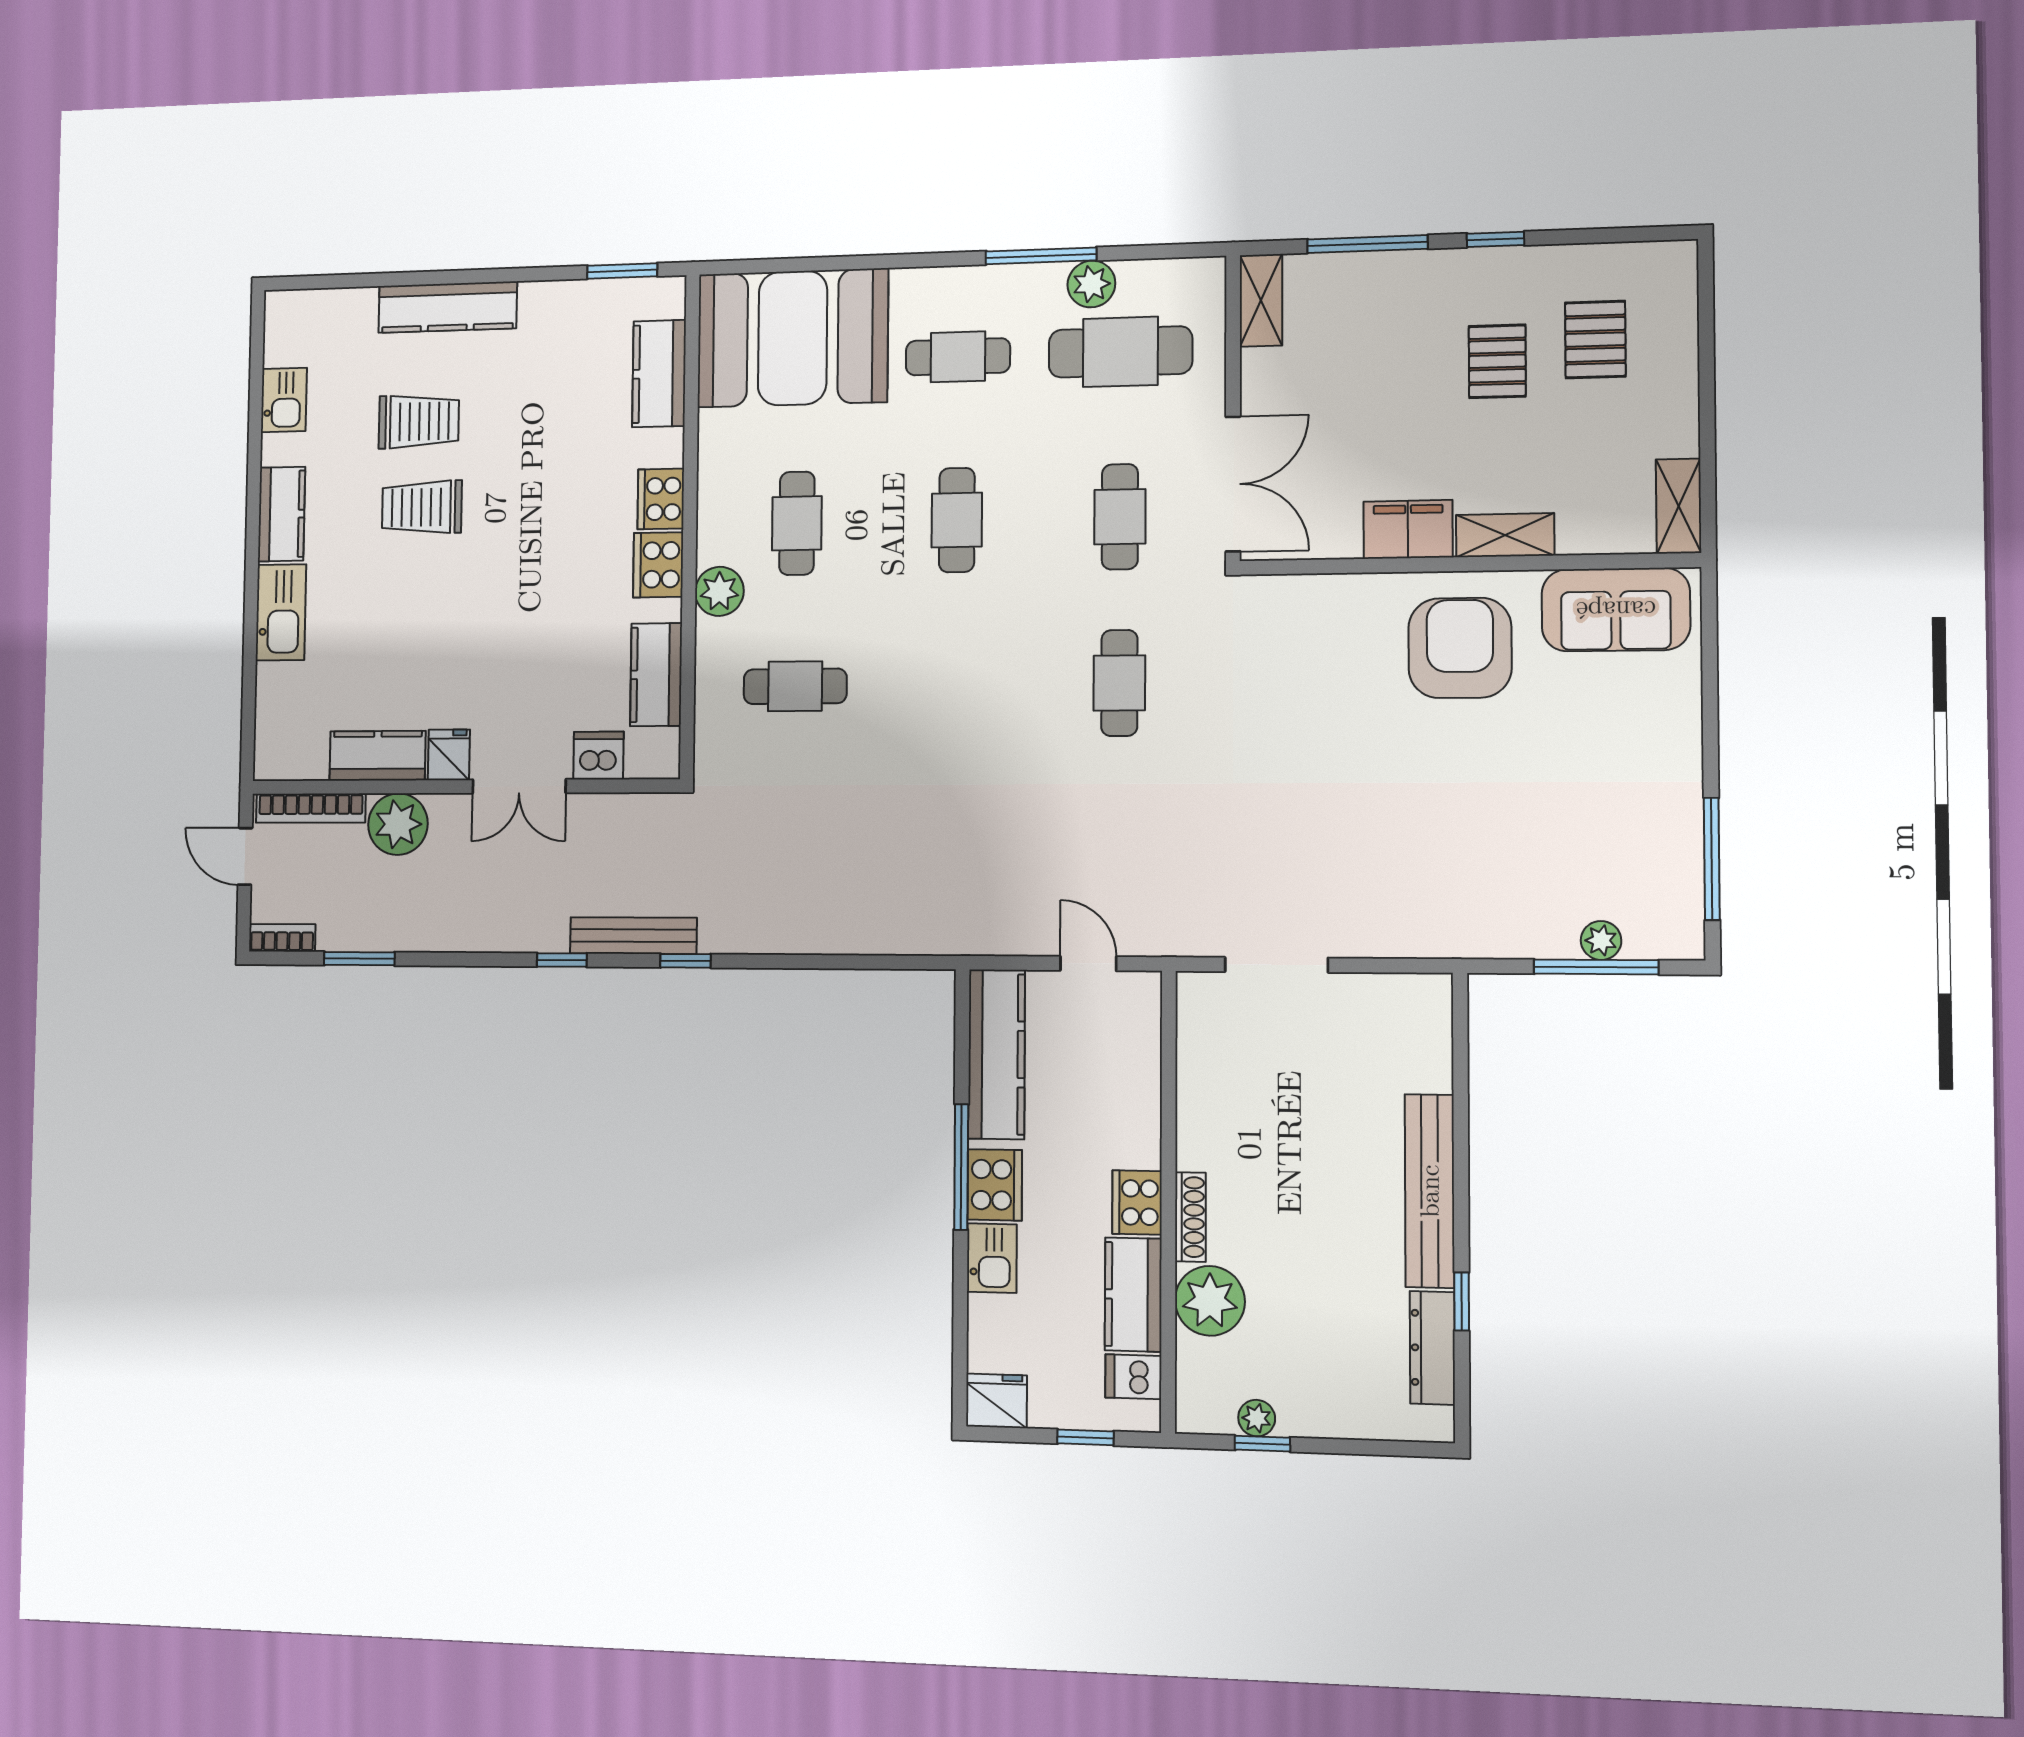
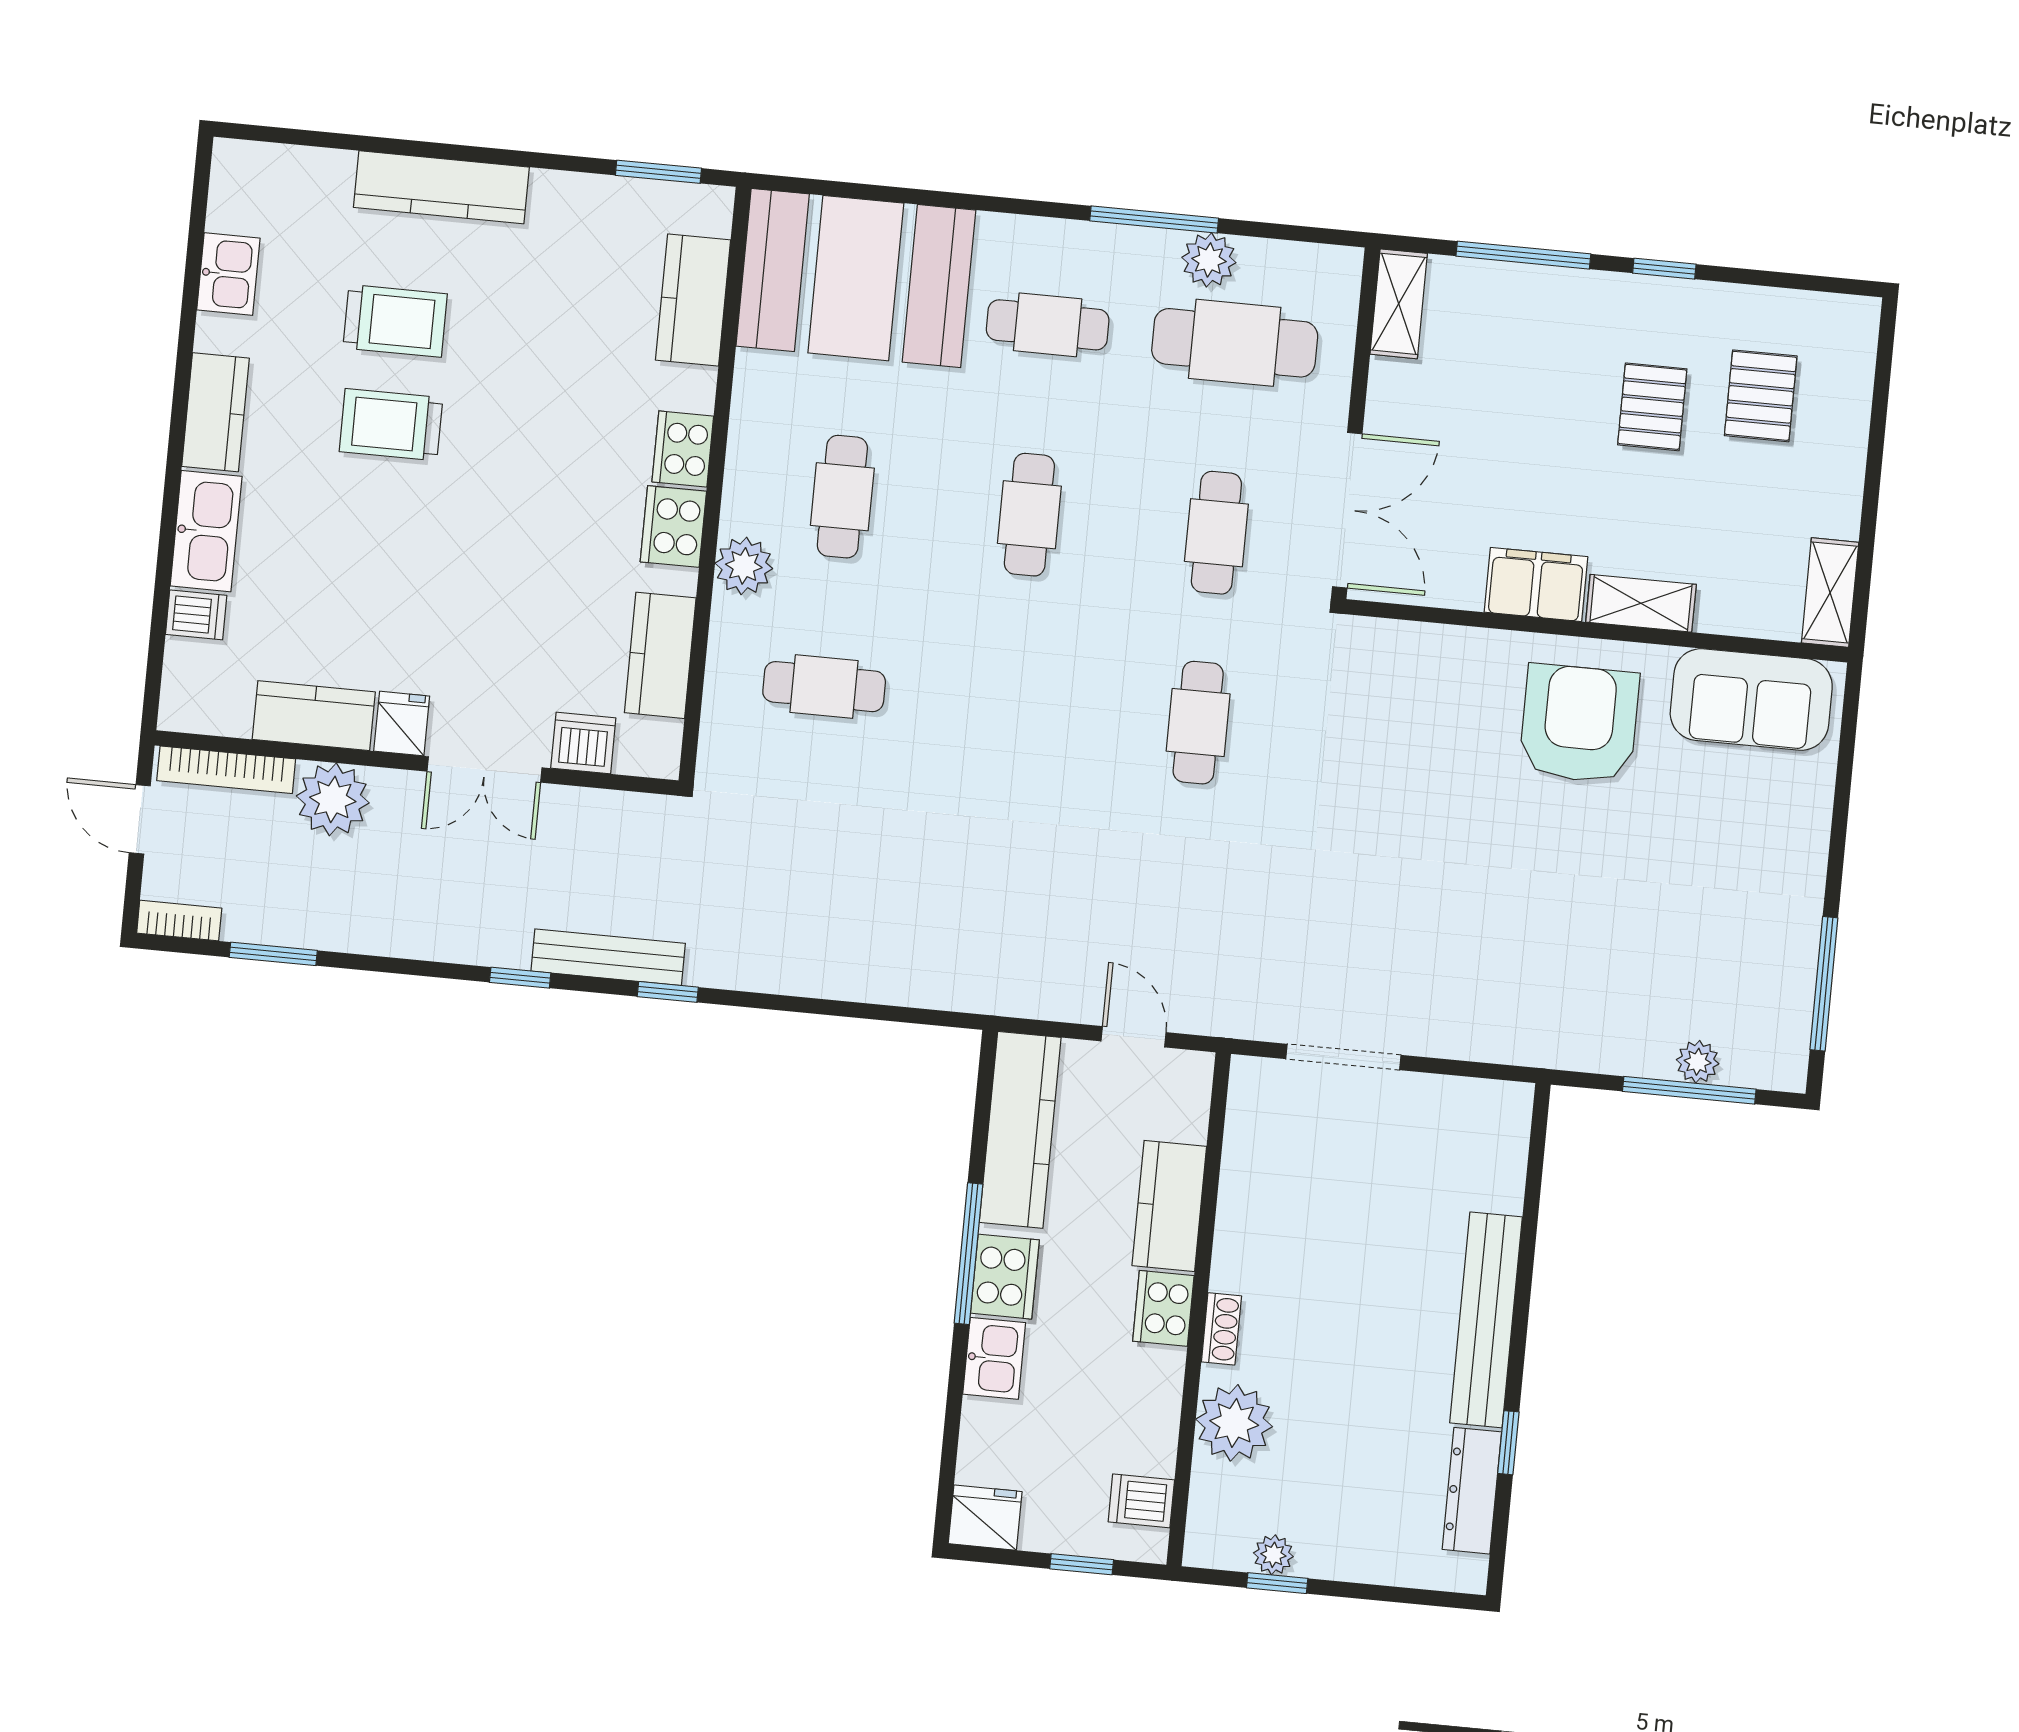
dishwasher: (278, 682) -> (196, 615), added
shoe rack: (1190, 1217) -> (1221, 1329), width x0.70
kitchen counter: (1133, 1295) -> (1169, 1206), moved

